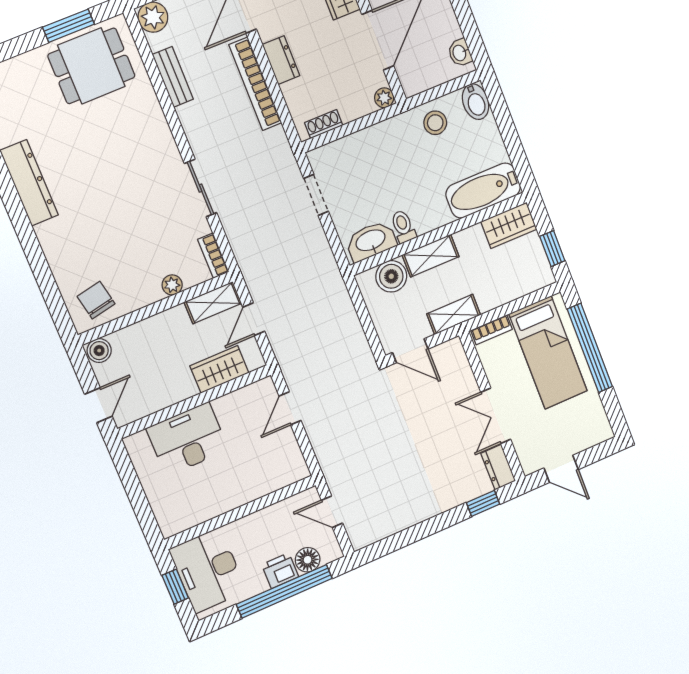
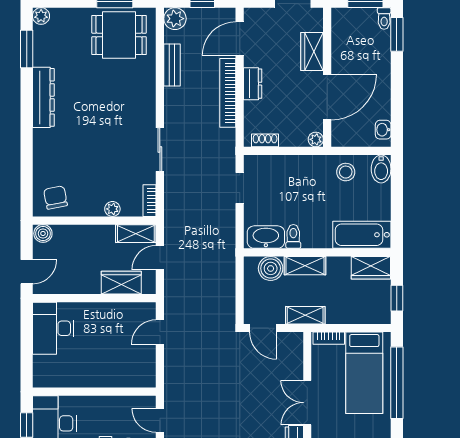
desk: (187, 439) -> (53, 328), moved, turned -90

